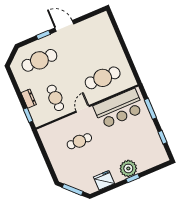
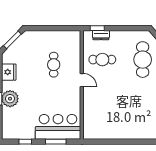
cafe table: (103, 78) -> (102, 110), removed
dresser: (29, 99) -> (101, 35), moved
bar counter: (119, 109) -> (58, 127), moved, turned 90

